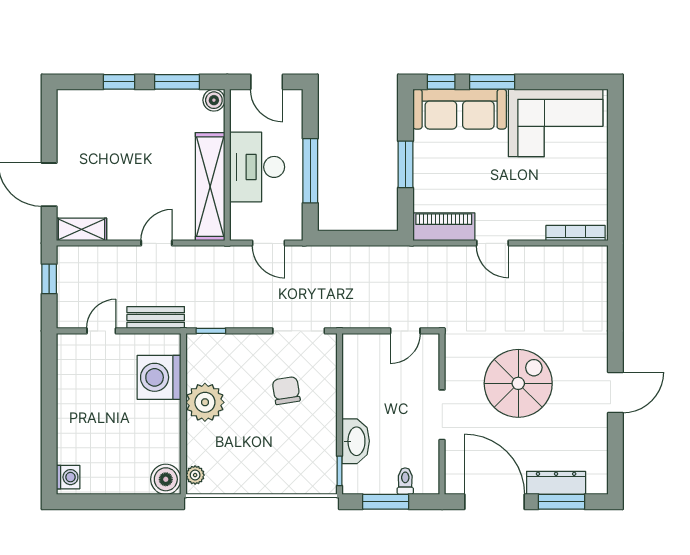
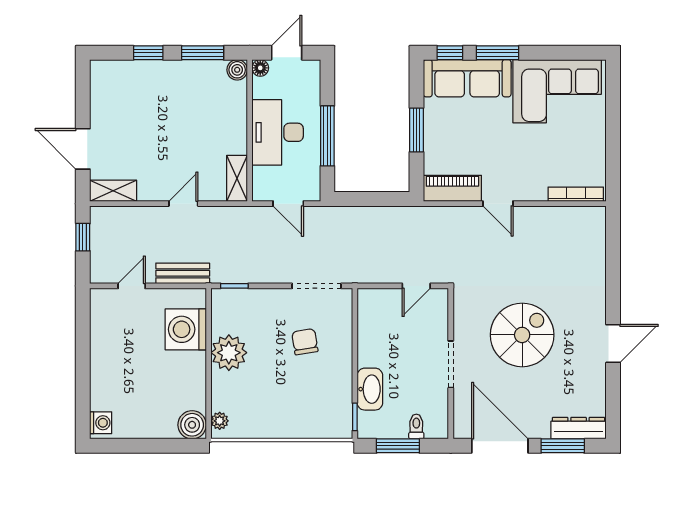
door: (267, 82) -> (287, 53), swing flipped
floor lamp: (239, 98) -> (260, 68), added
shelving: (210, 187) -> (237, 178), width x0.45, depth x0.75
dresser: (556, 483) -> (579, 428), moved

